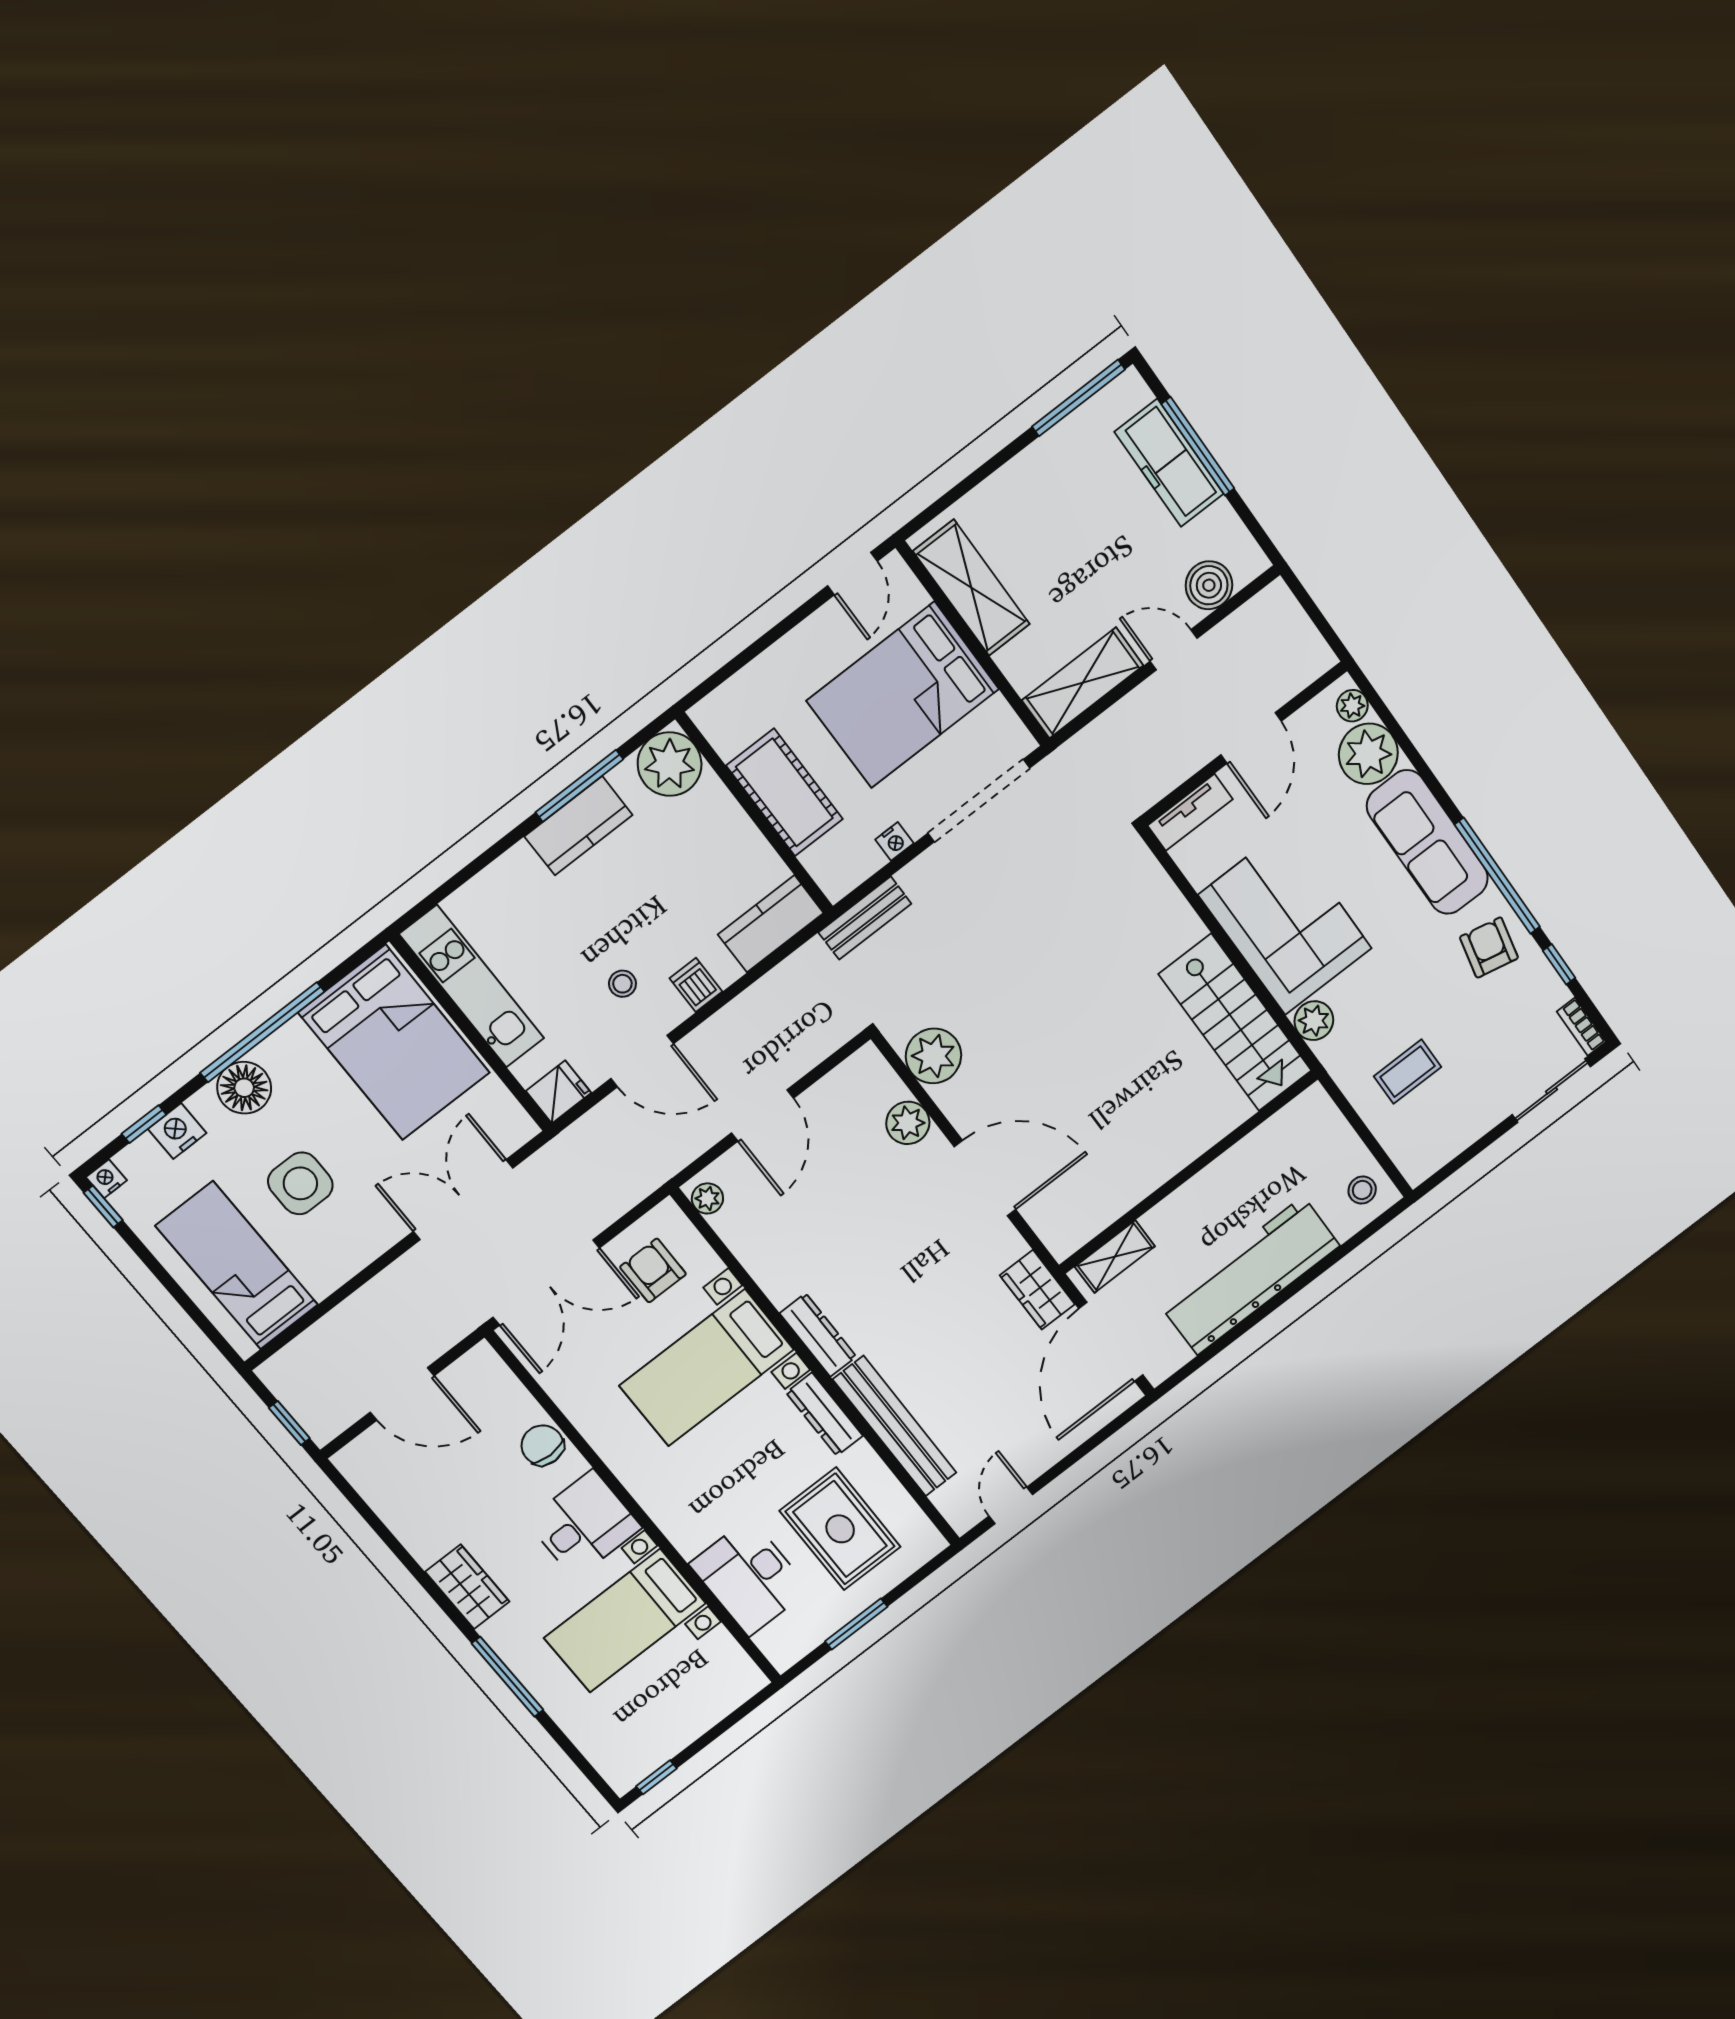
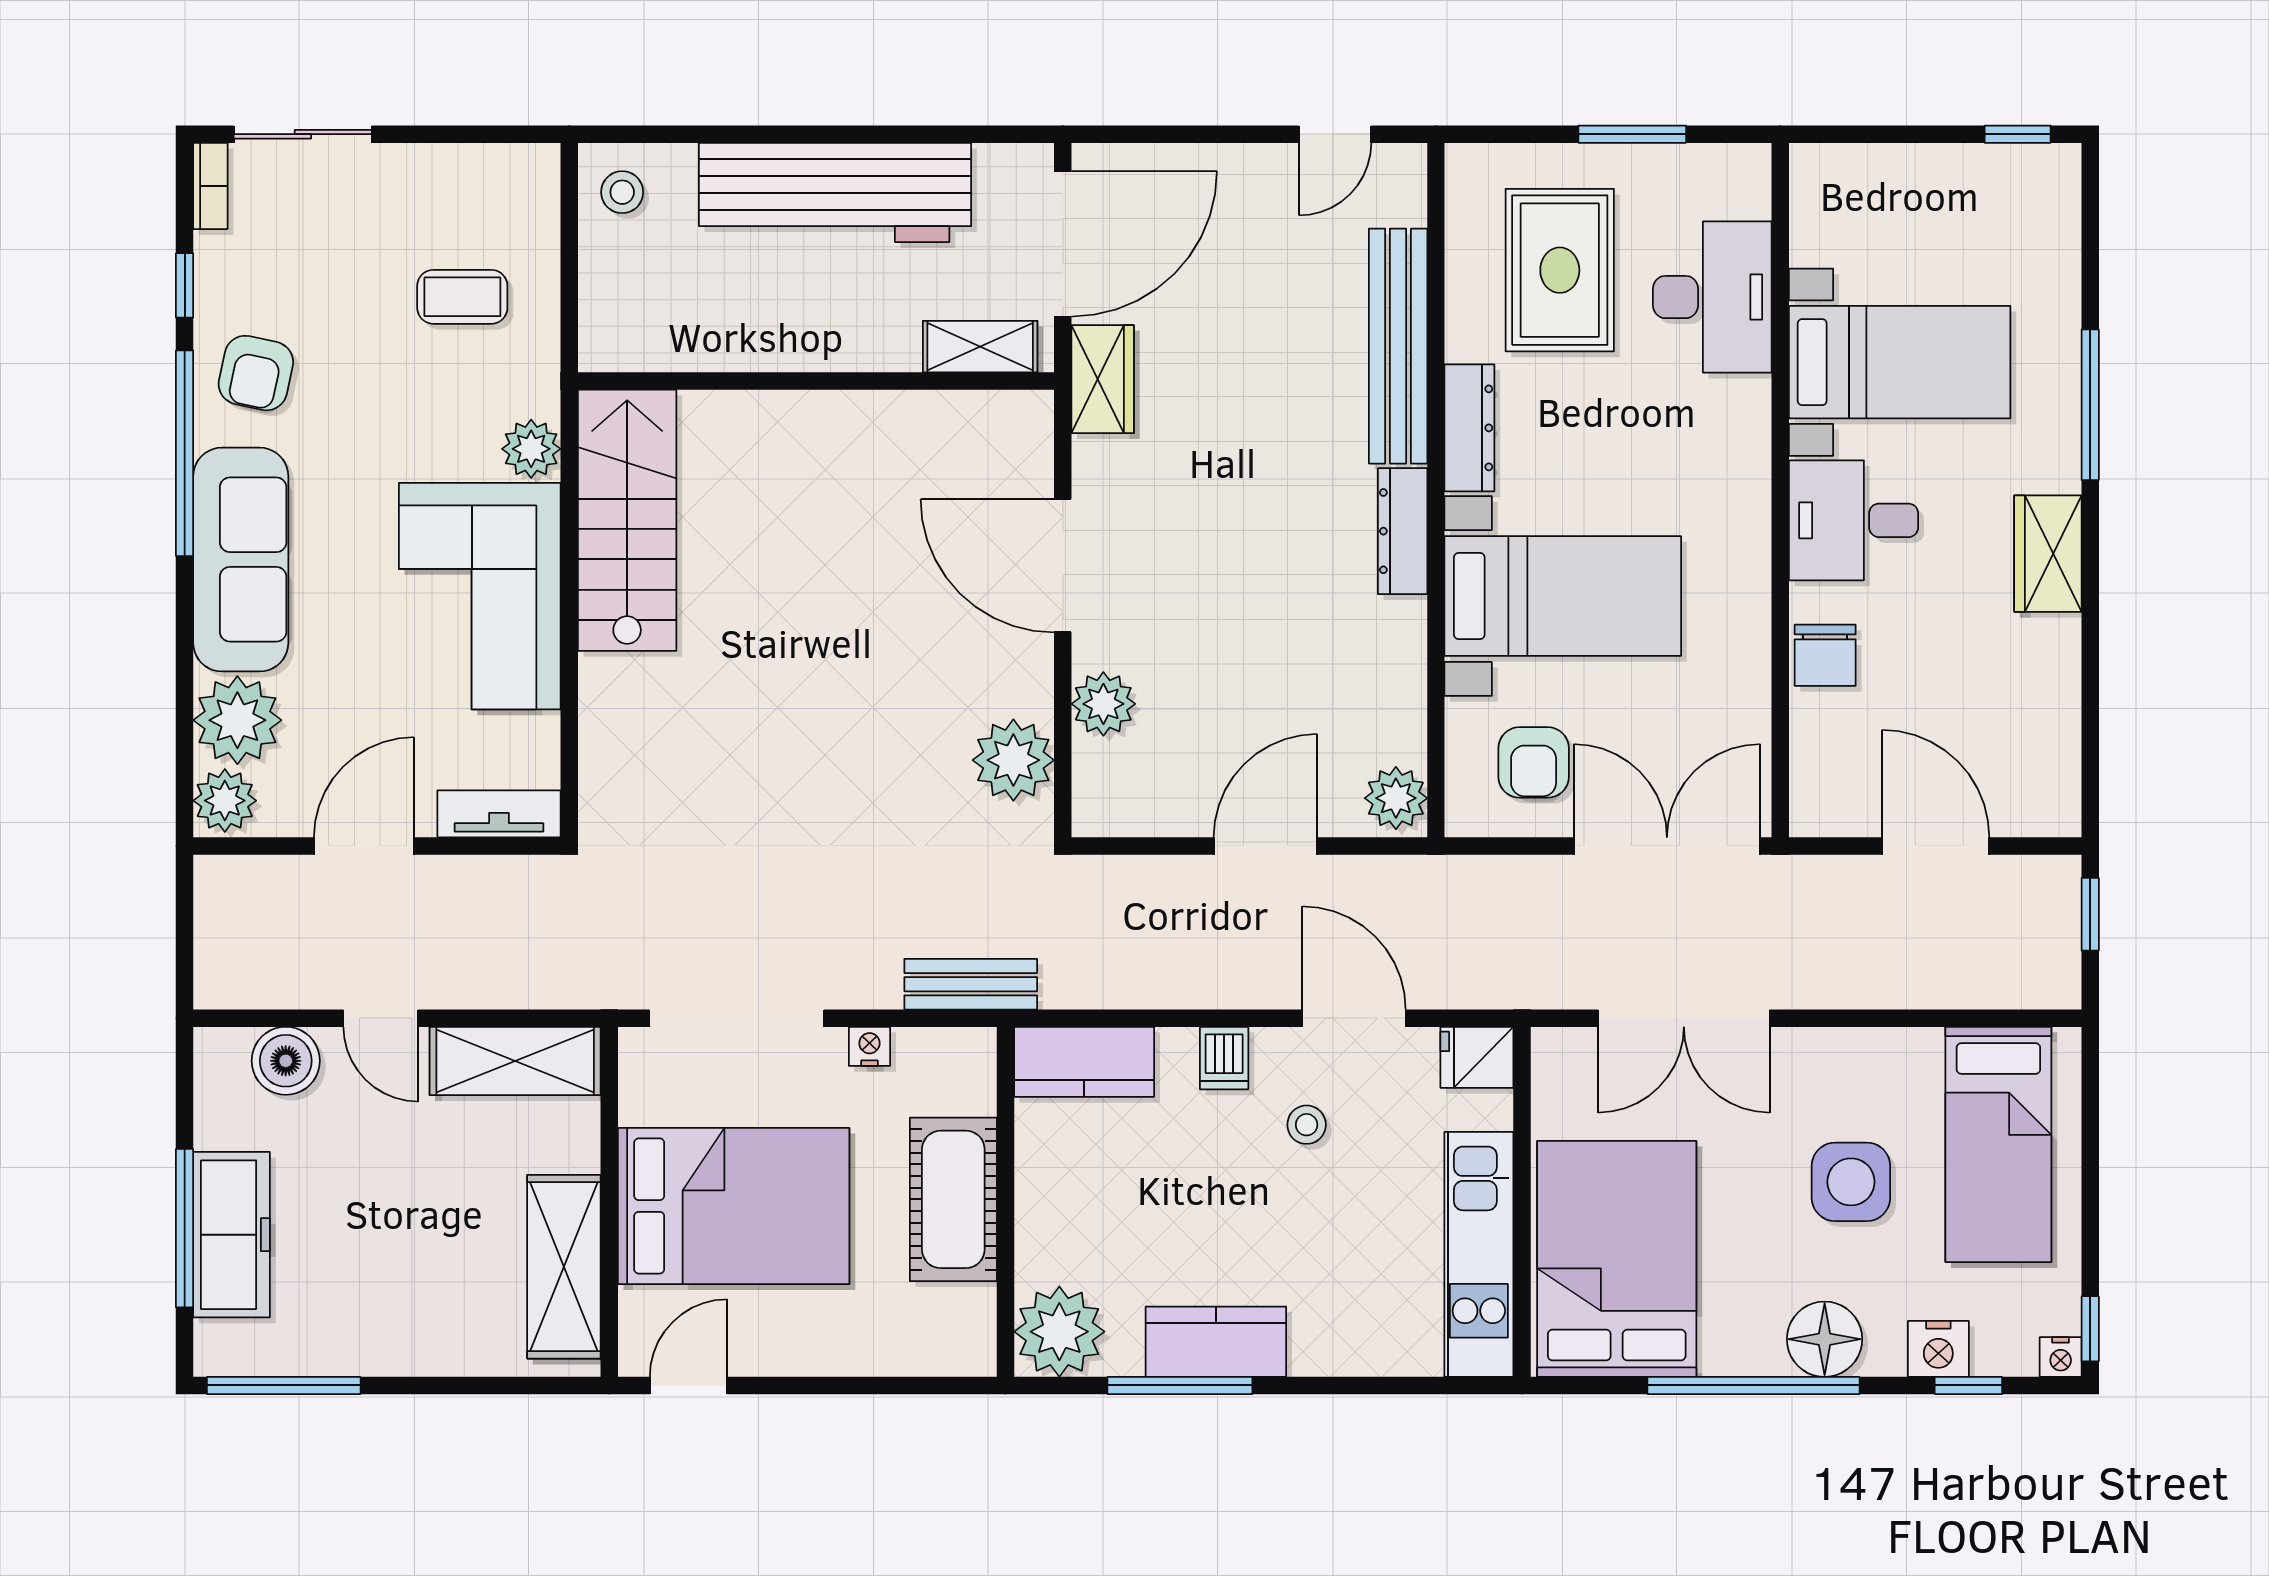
plant: (1352, 706) -> (225, 801), width x1.38, depth x1.38
plant: (707, 1198) -> (1396, 798), width x1.38, depth x1.38

